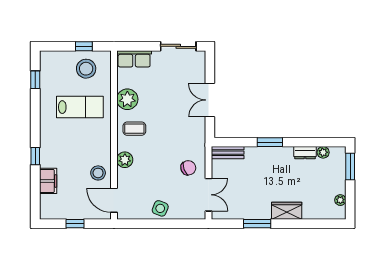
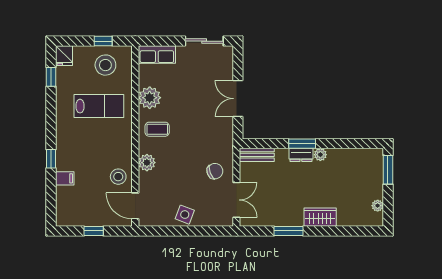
fridge: (47, 60) -> (64, 56), added
plant: (323, 152) -> (320, 155), moved
dresser: (305, 153) -> (301, 155), moved
filing cabinet: (48, 181) -> (65, 178), width x0.50

